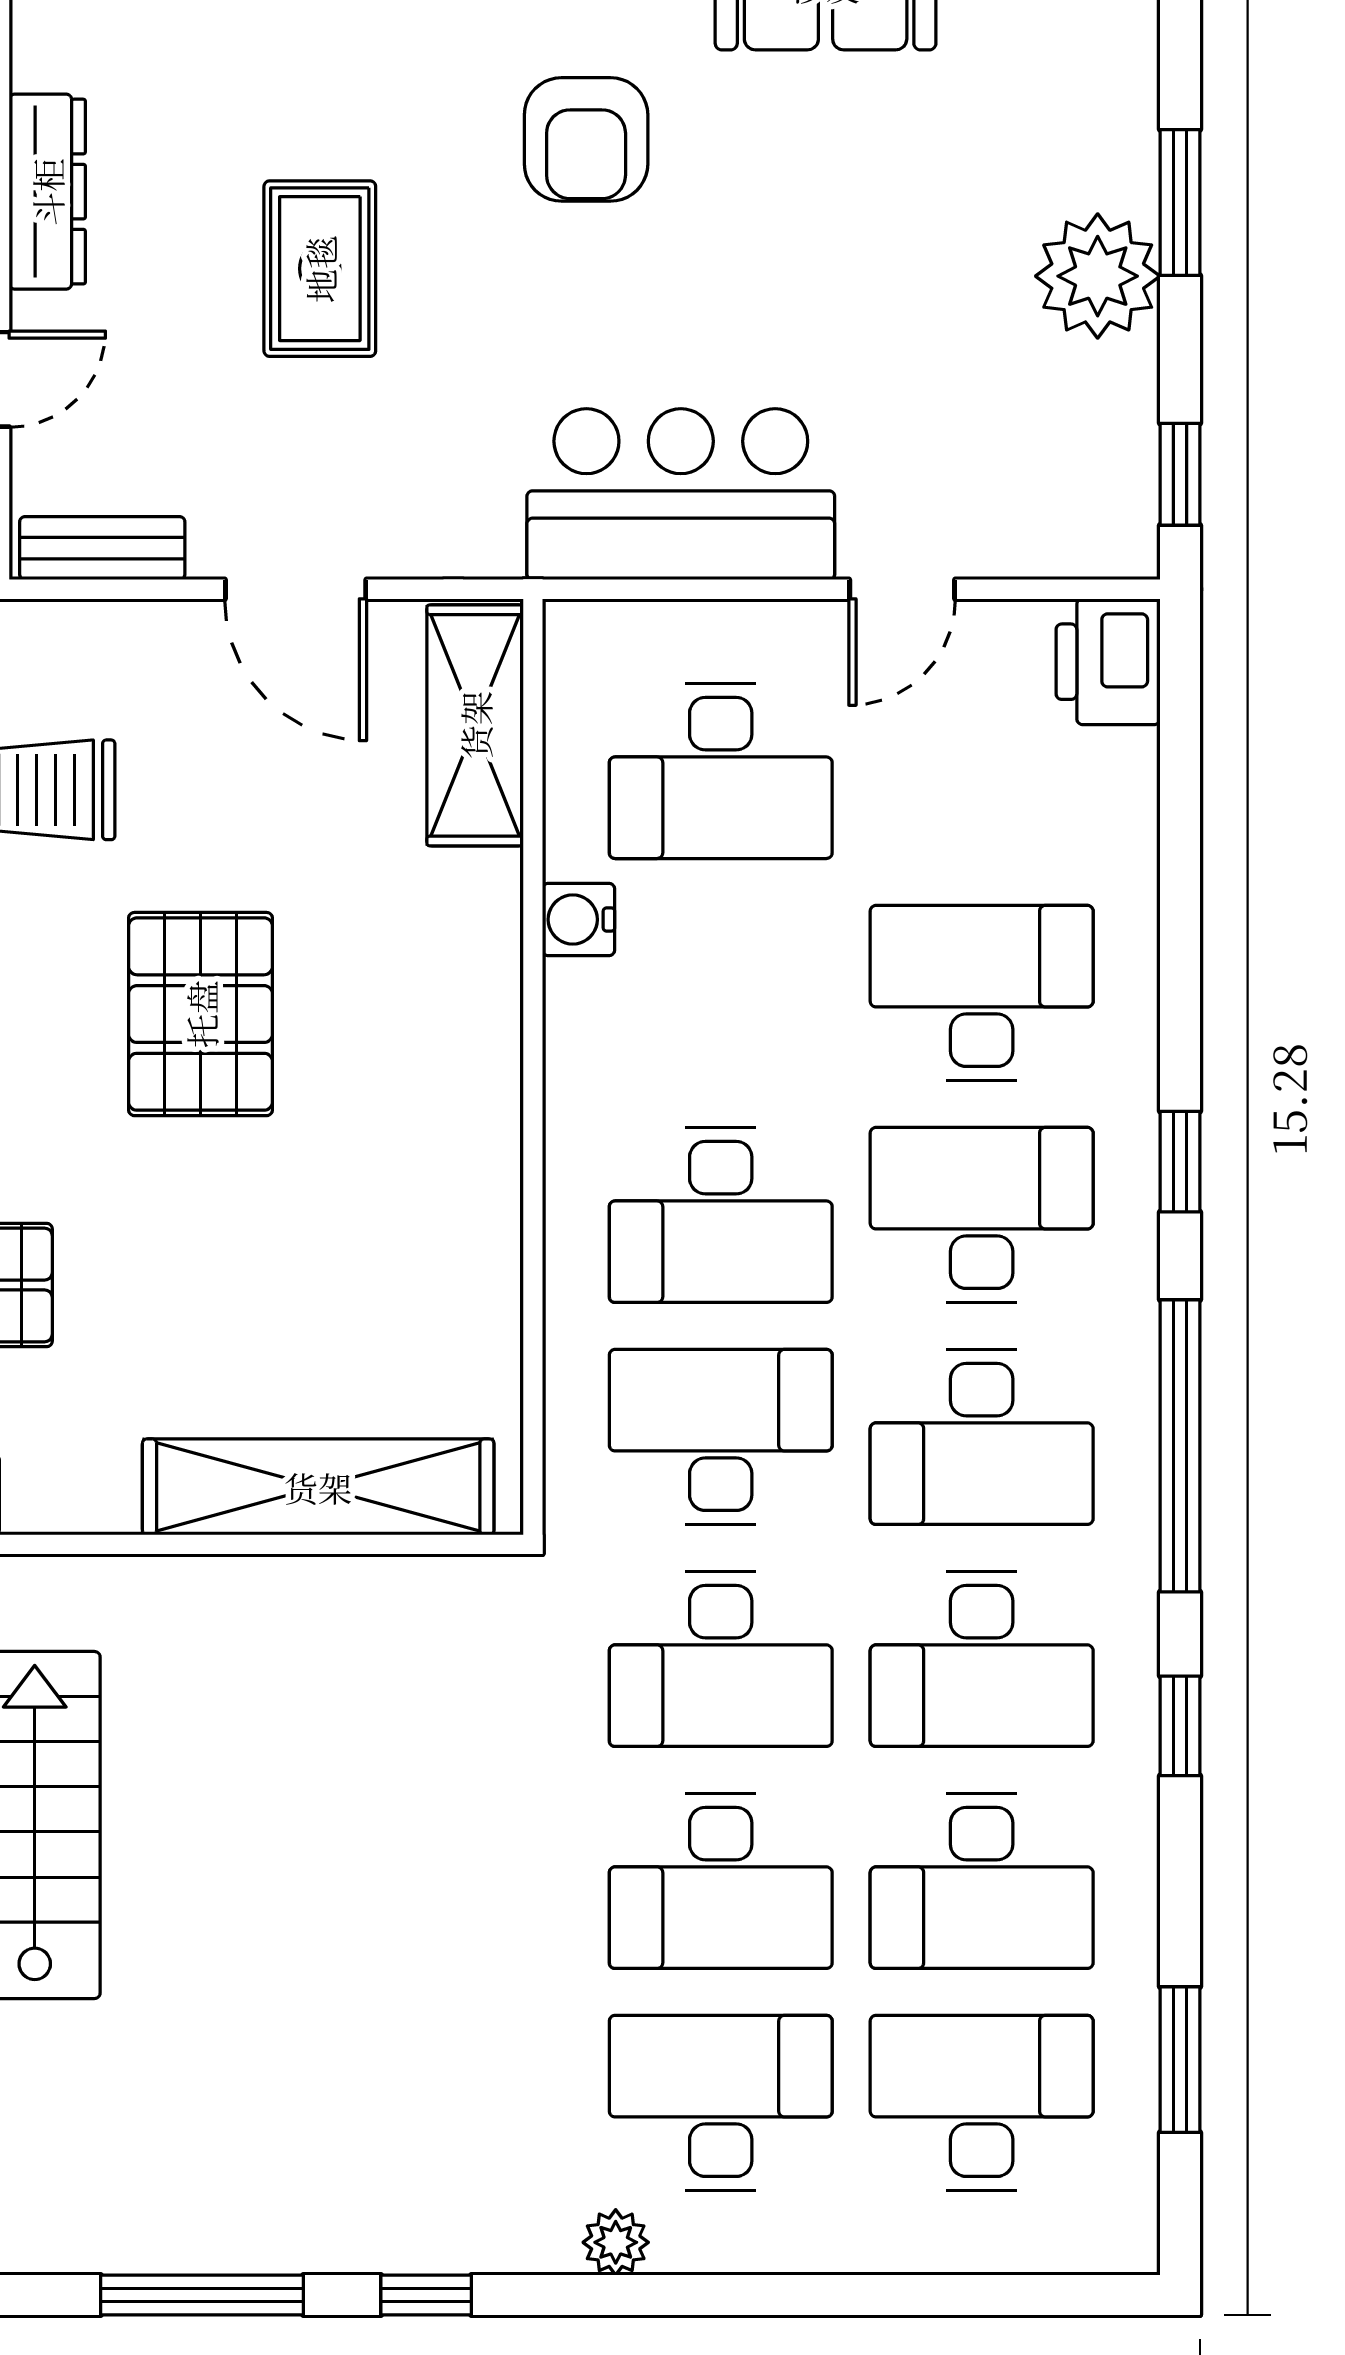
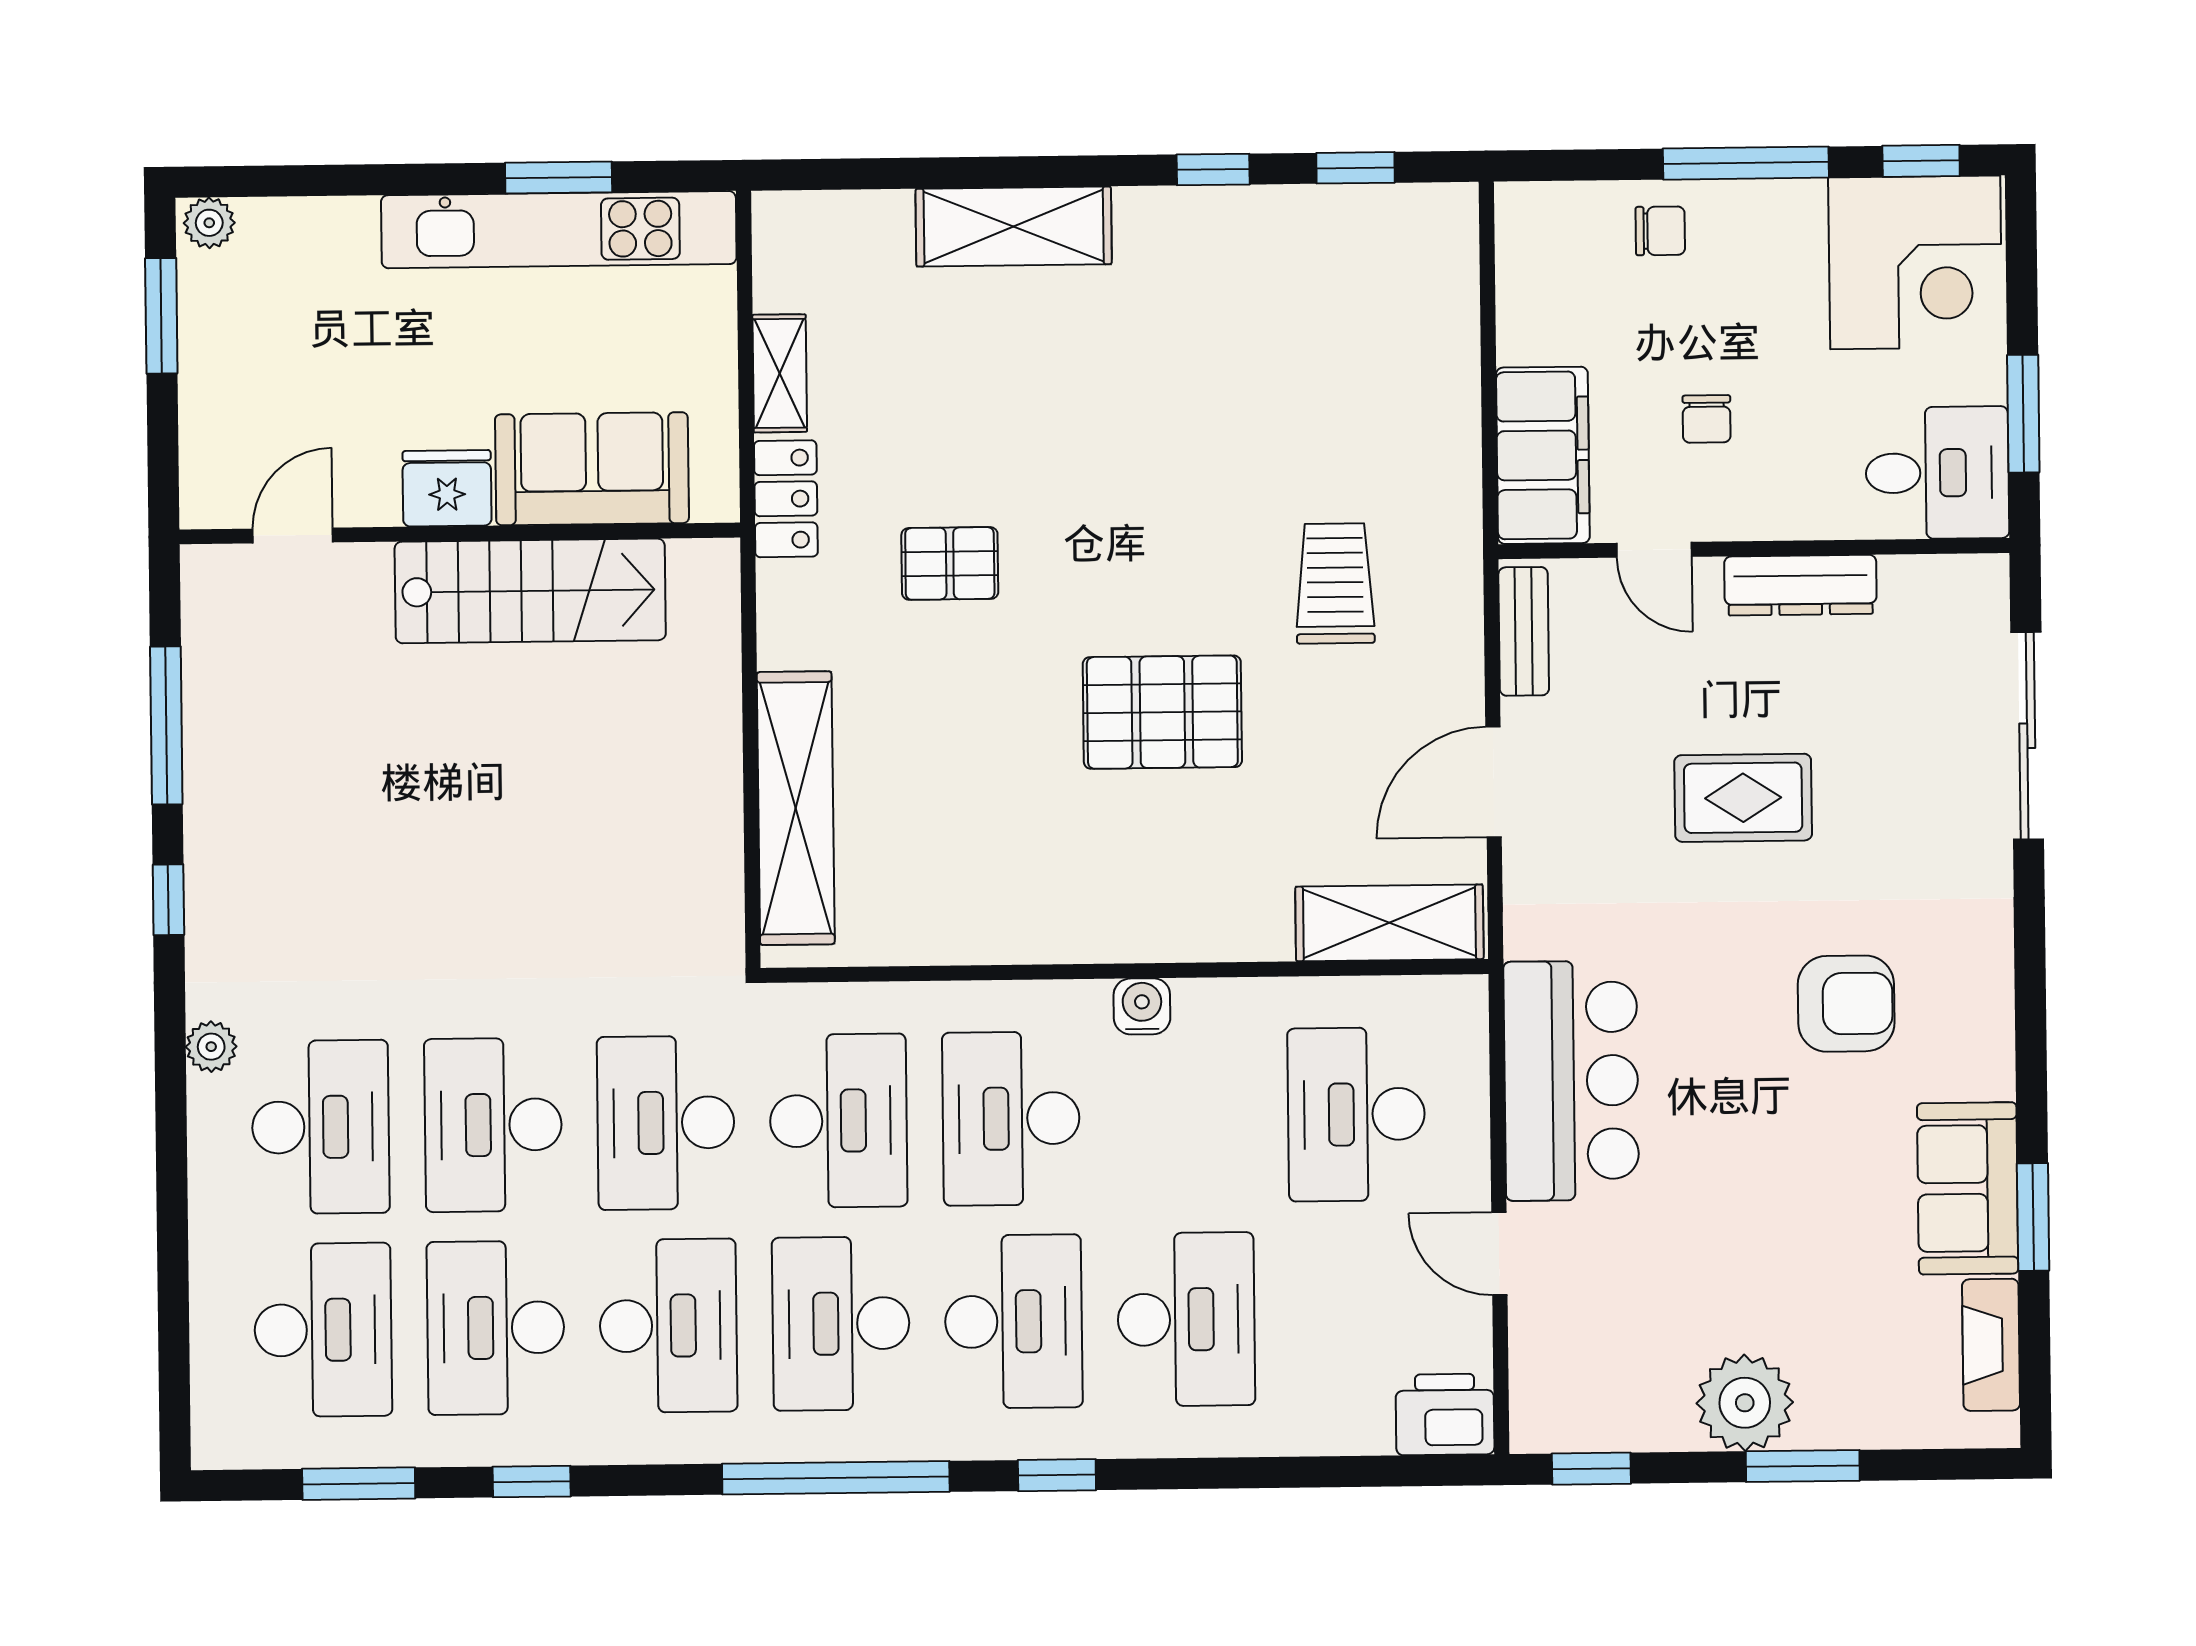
armchair: (586, 139) -> (1846, 1004), turned 180
water cooler: (579, 920) -> (1142, 1006), moved
desk: (982, 1659) -> (668, 1326), turned 180
window: (1180, 1726) -> (532, 1482), moved

